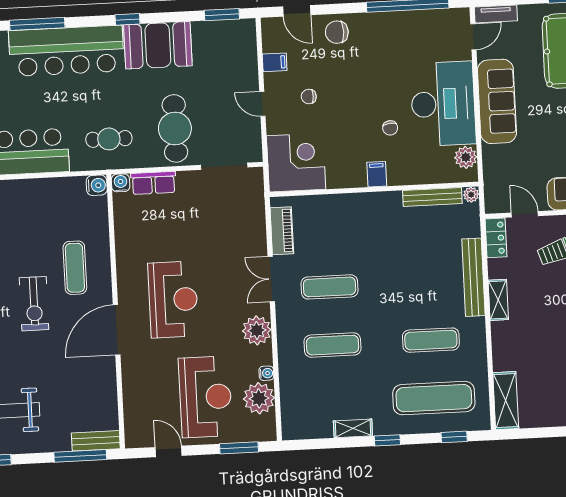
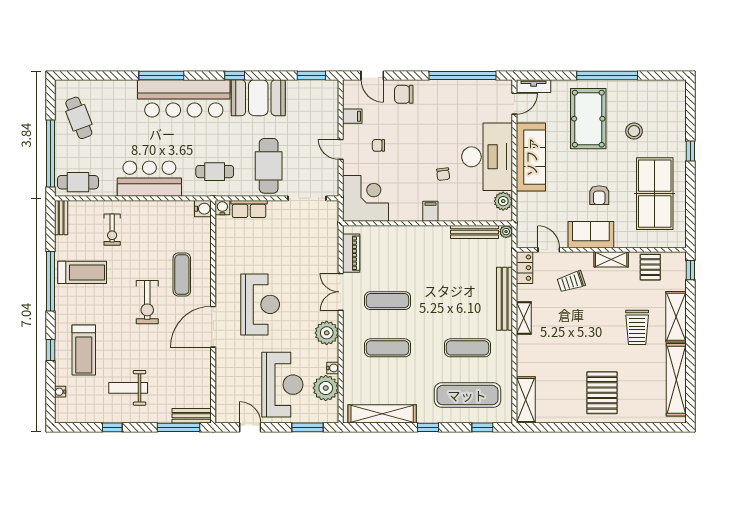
shelving: (353, 428) -> (382, 414), width x2.20, depth x1.33

